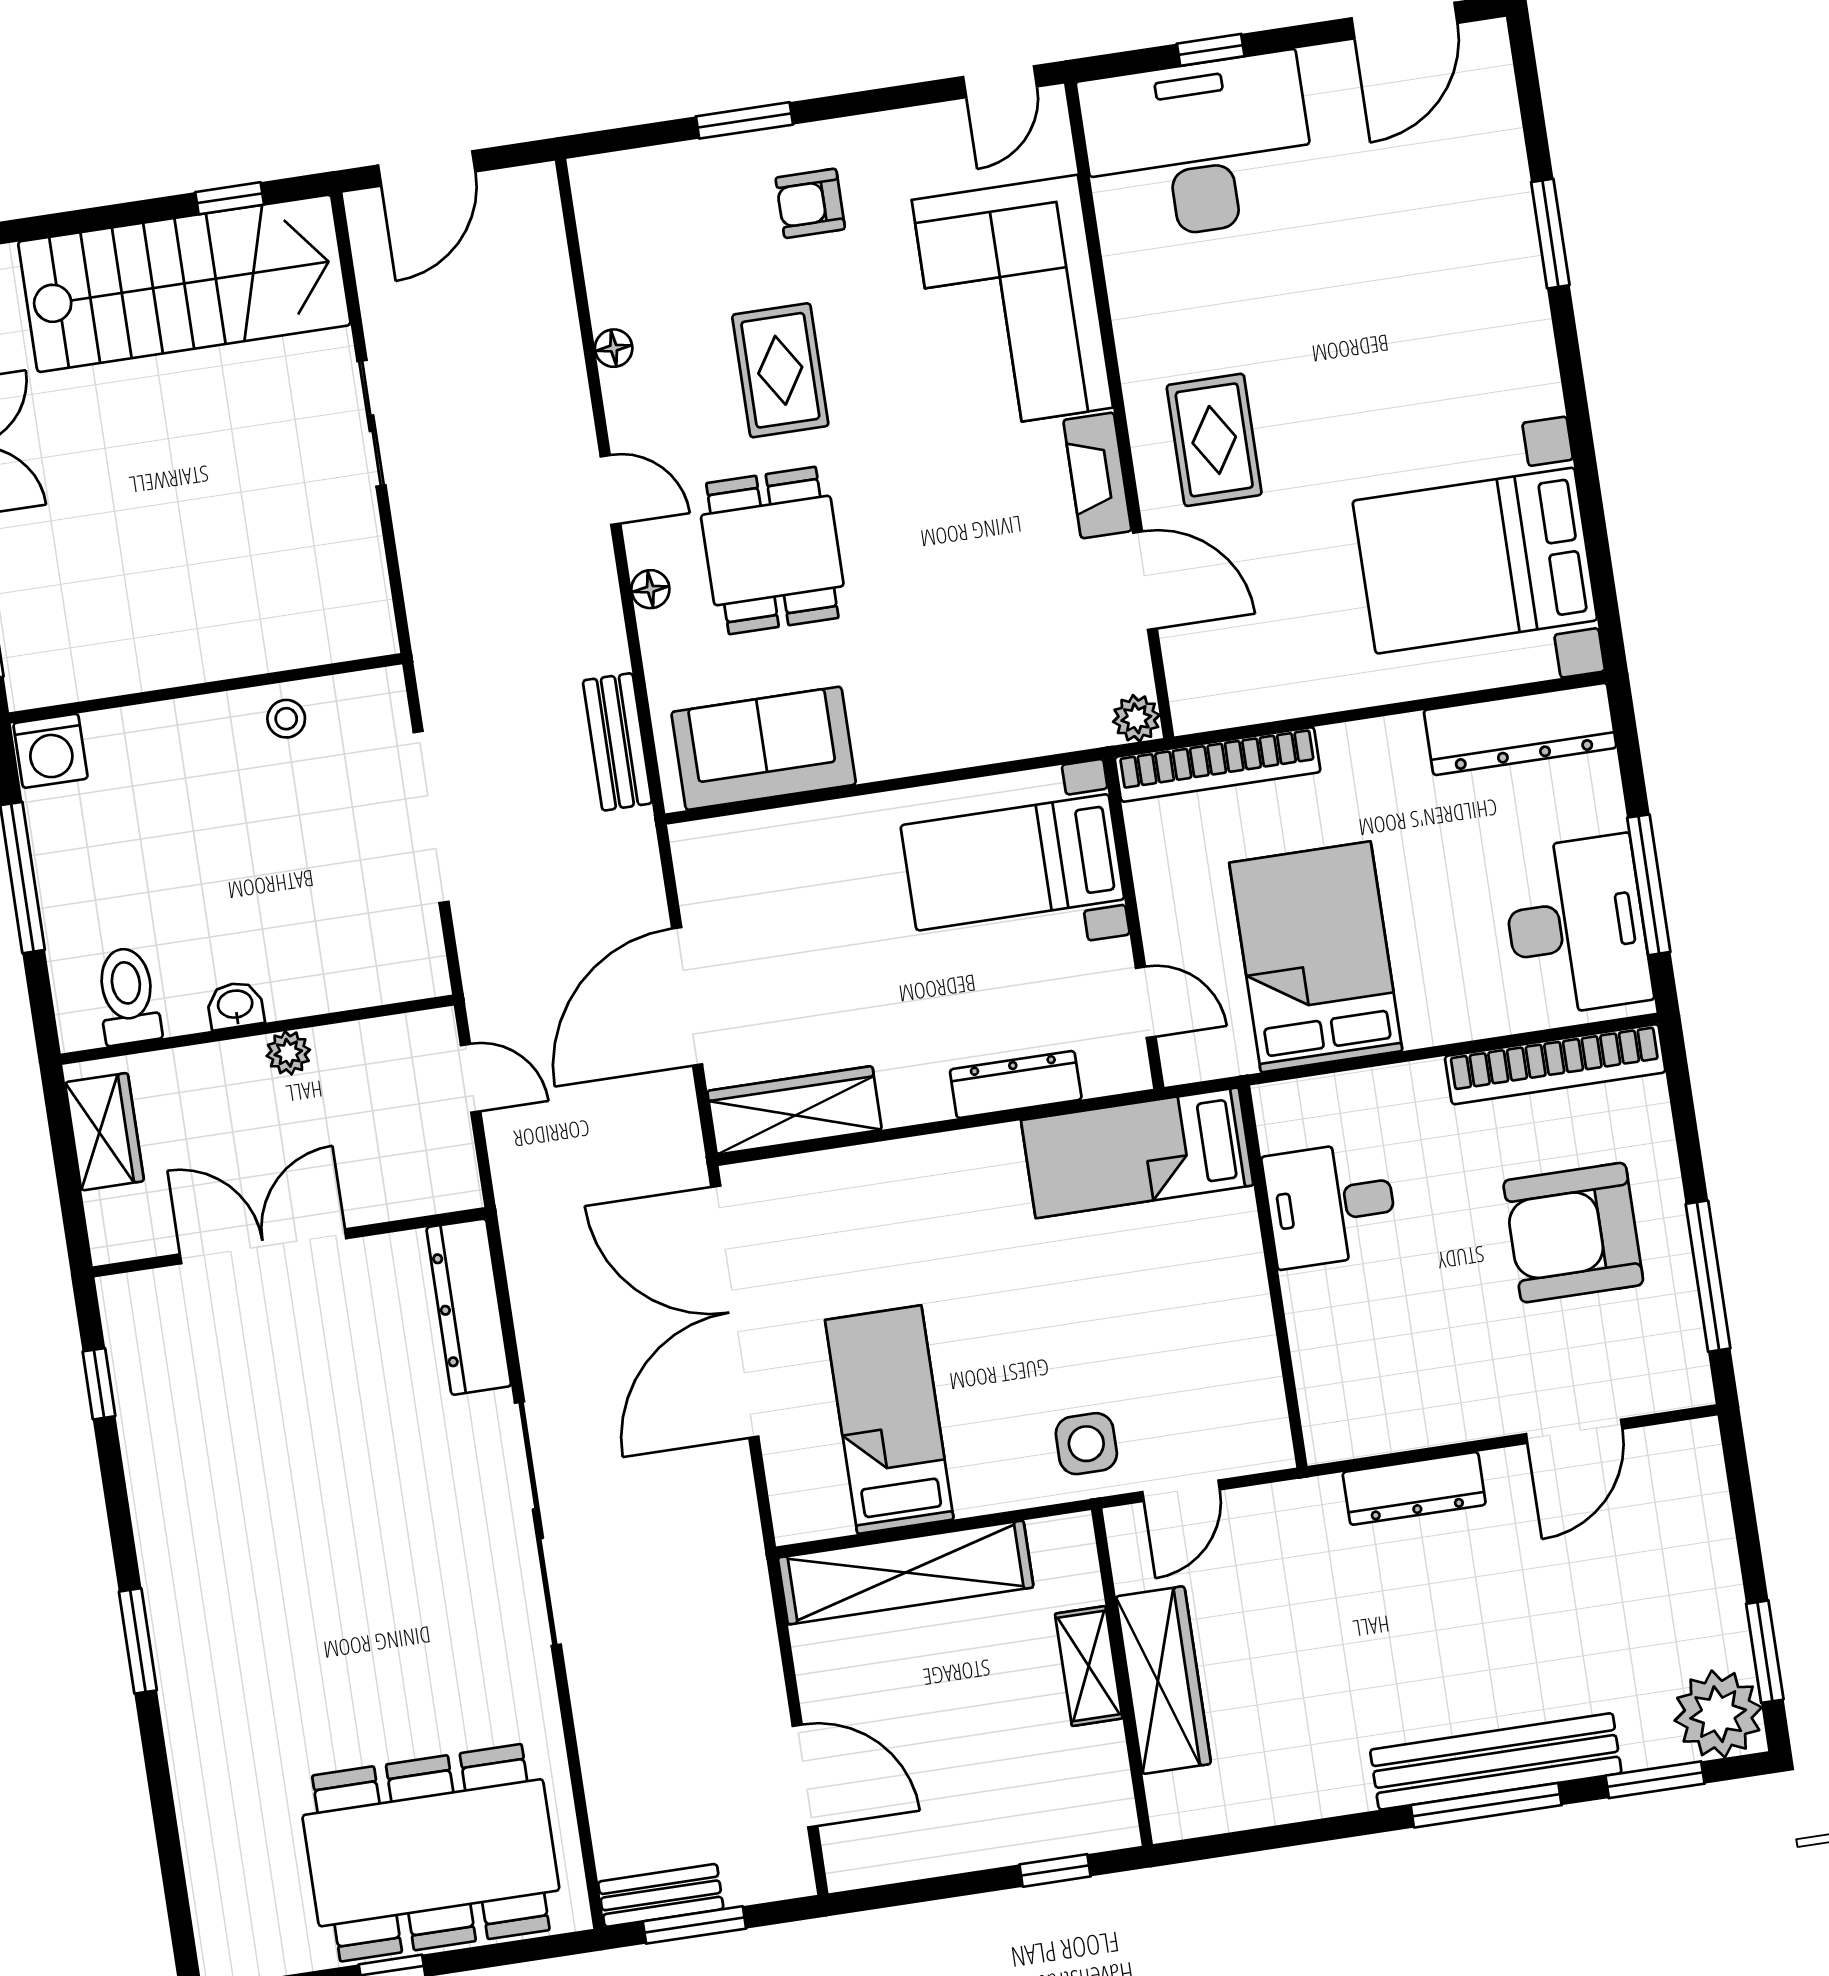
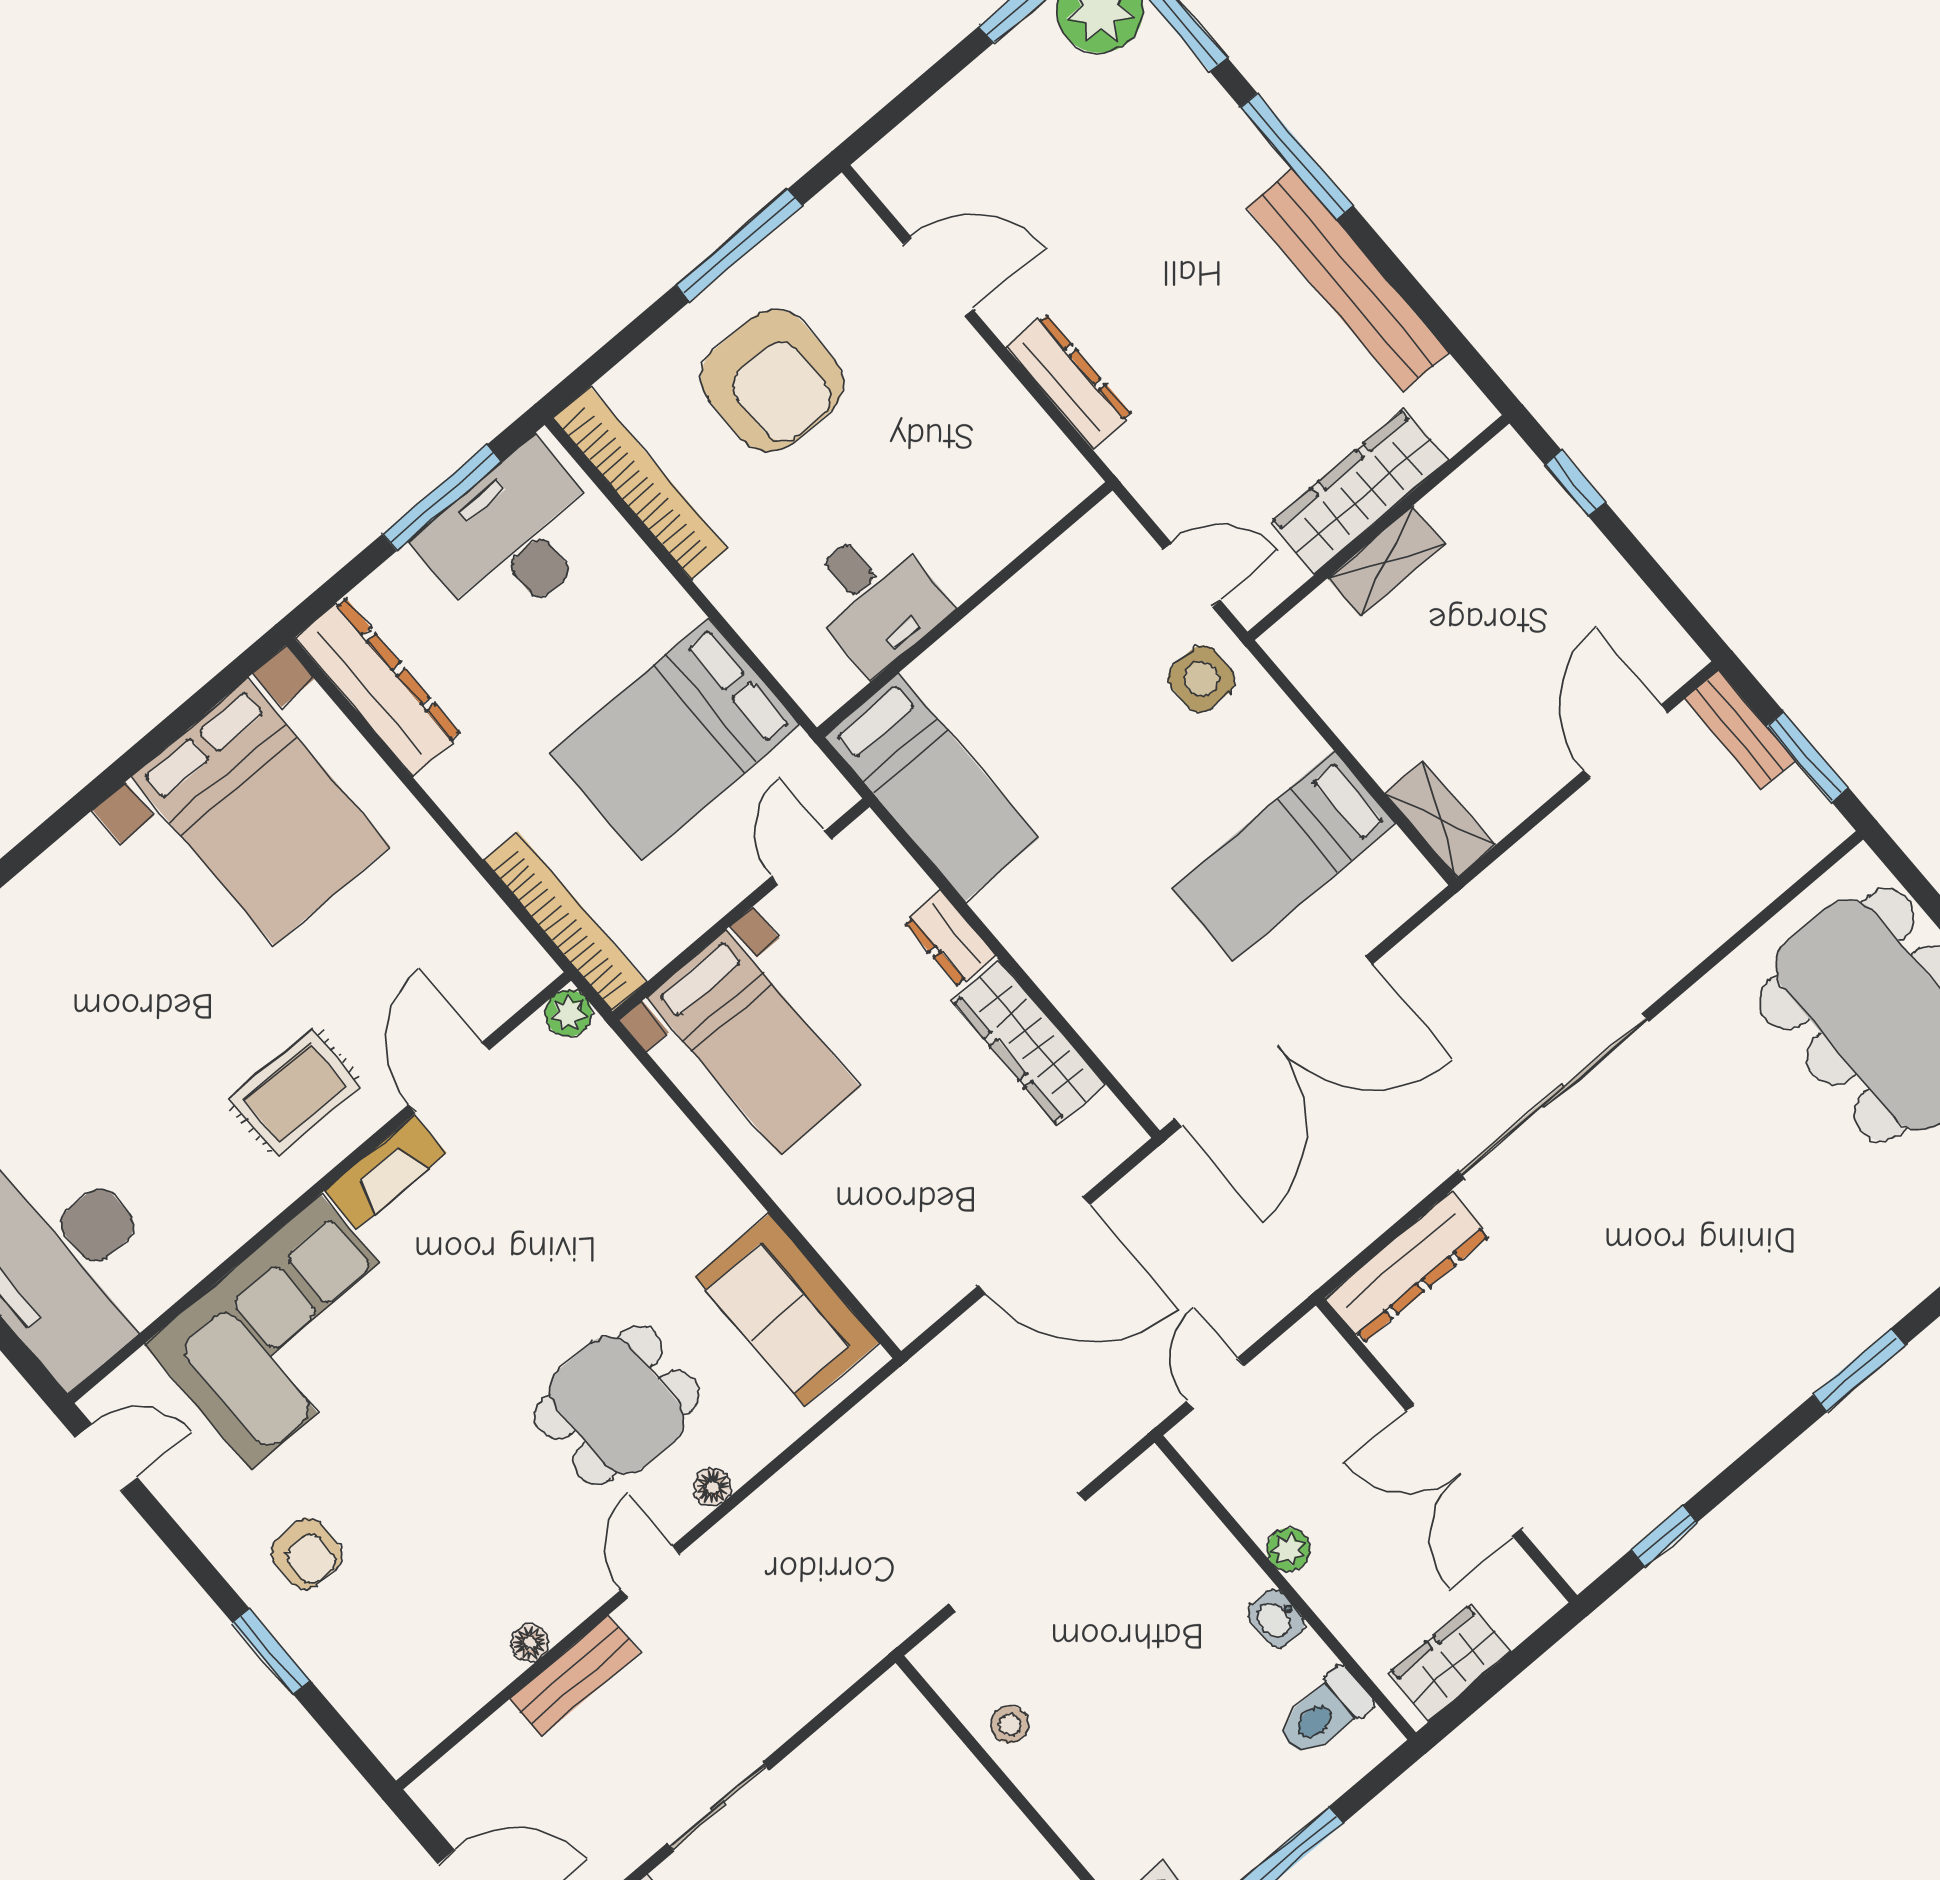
rug: (780, 370) -> (462, 1492), removed
bench: (617, 742) -> (575, 1676), moved
dresser: (1016, 1085) -> (950, 939), width x0.70
wardrobe: (795, 1110) -> (1028, 1042), moved
shelving: (906, 1572) -> (1440, 819), width x0.45, depth x0.75
bench: (1496, 1761) -> (1348, 280), moved
bench: (661, 1895) -> (1740, 730), moved

